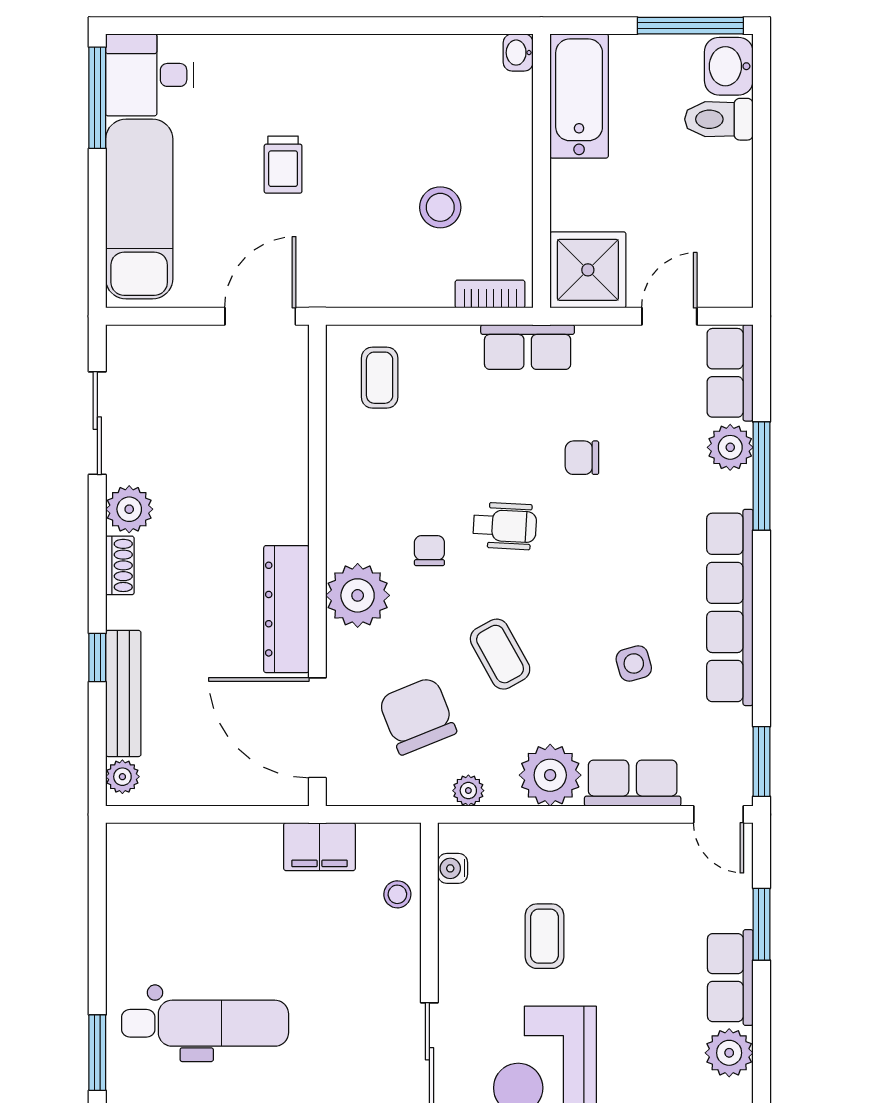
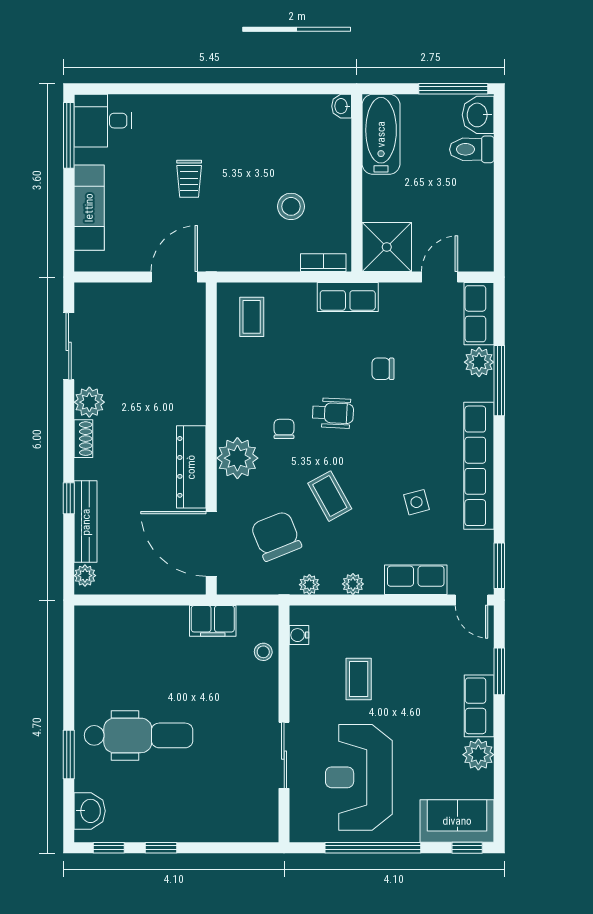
exam couch: (139, 209) -> (89, 208), width x0.73, depth x0.69
plant: (550, 775) -> (353, 584), width x0.53, depth x0.53

